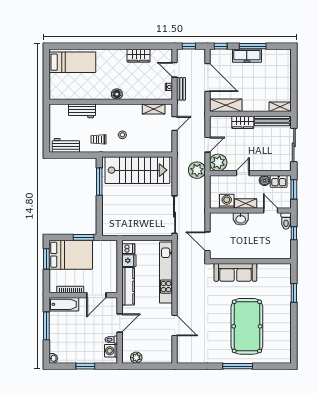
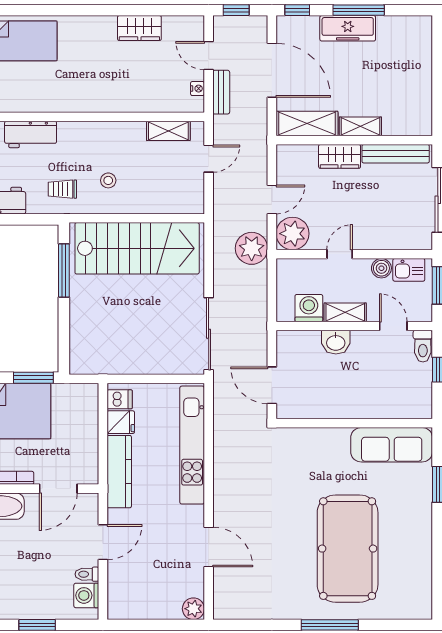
floor lamp: (117, 94) -> (98, 102), removed
shelving: (280, 107) -> (360, 126), moved
sofa: (235, 272) -> (392, 445), moved
plant: (136, 358) -> (193, 609), moved

